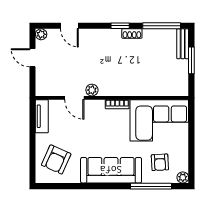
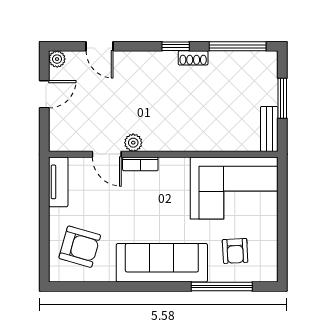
bench: (183, 44) -> (269, 129), moved
door: (33, 58) -> (44, 94), swing flipped
bookcase: (117, 104) -> (140, 164), moved
armchair: (56, 159) -> (80, 247), turned -98
plant: (183, 177) -> (269, 274), removed

